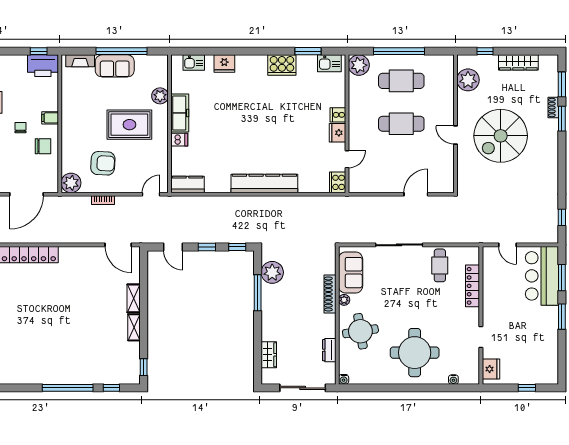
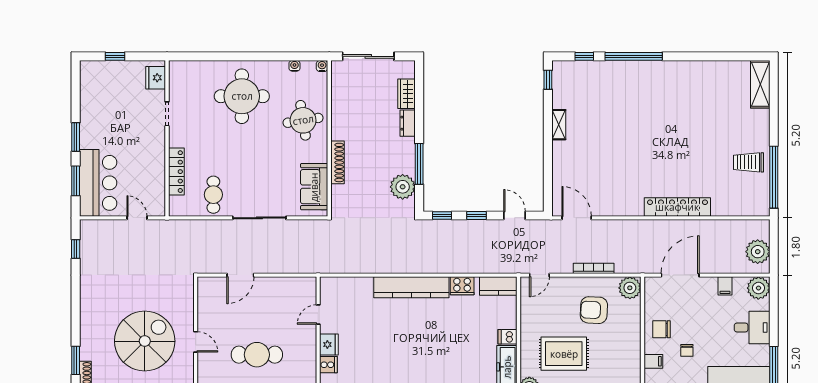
cooker: (338, 182) -> (462, 286), moved, turned 90
bookcase: (103, 200) -> (594, 268), width x1.56
shelving: (134, 298) -> (559, 157), removed
plant: (344, 300) -> (321, 156), removed
dresser: (329, 350) -> (408, 123), moved, turned 180
water cooler: (453, 380) -> (294, 66), moved

